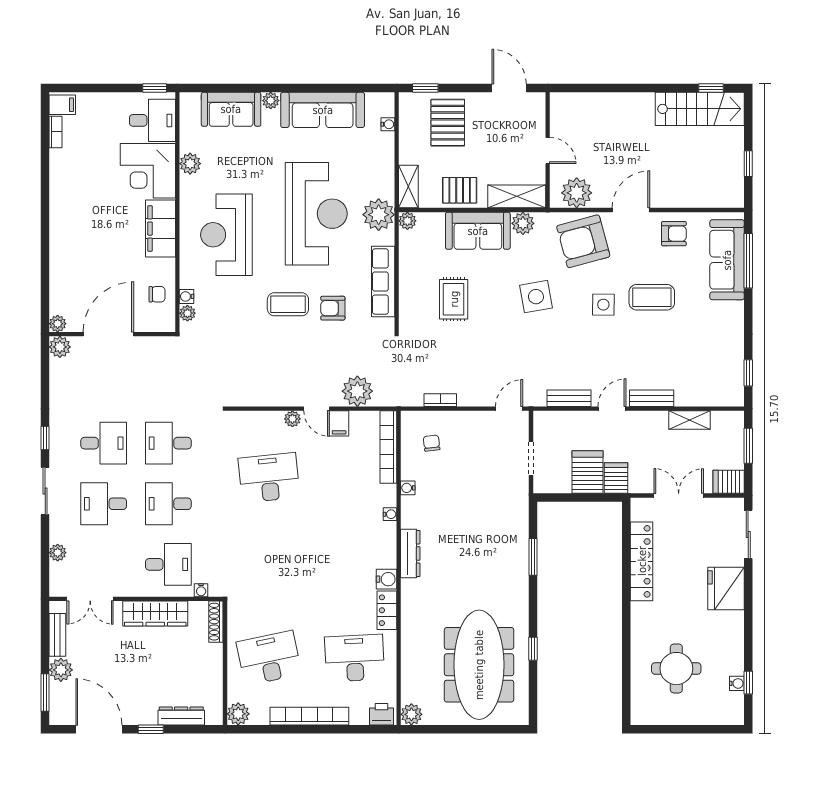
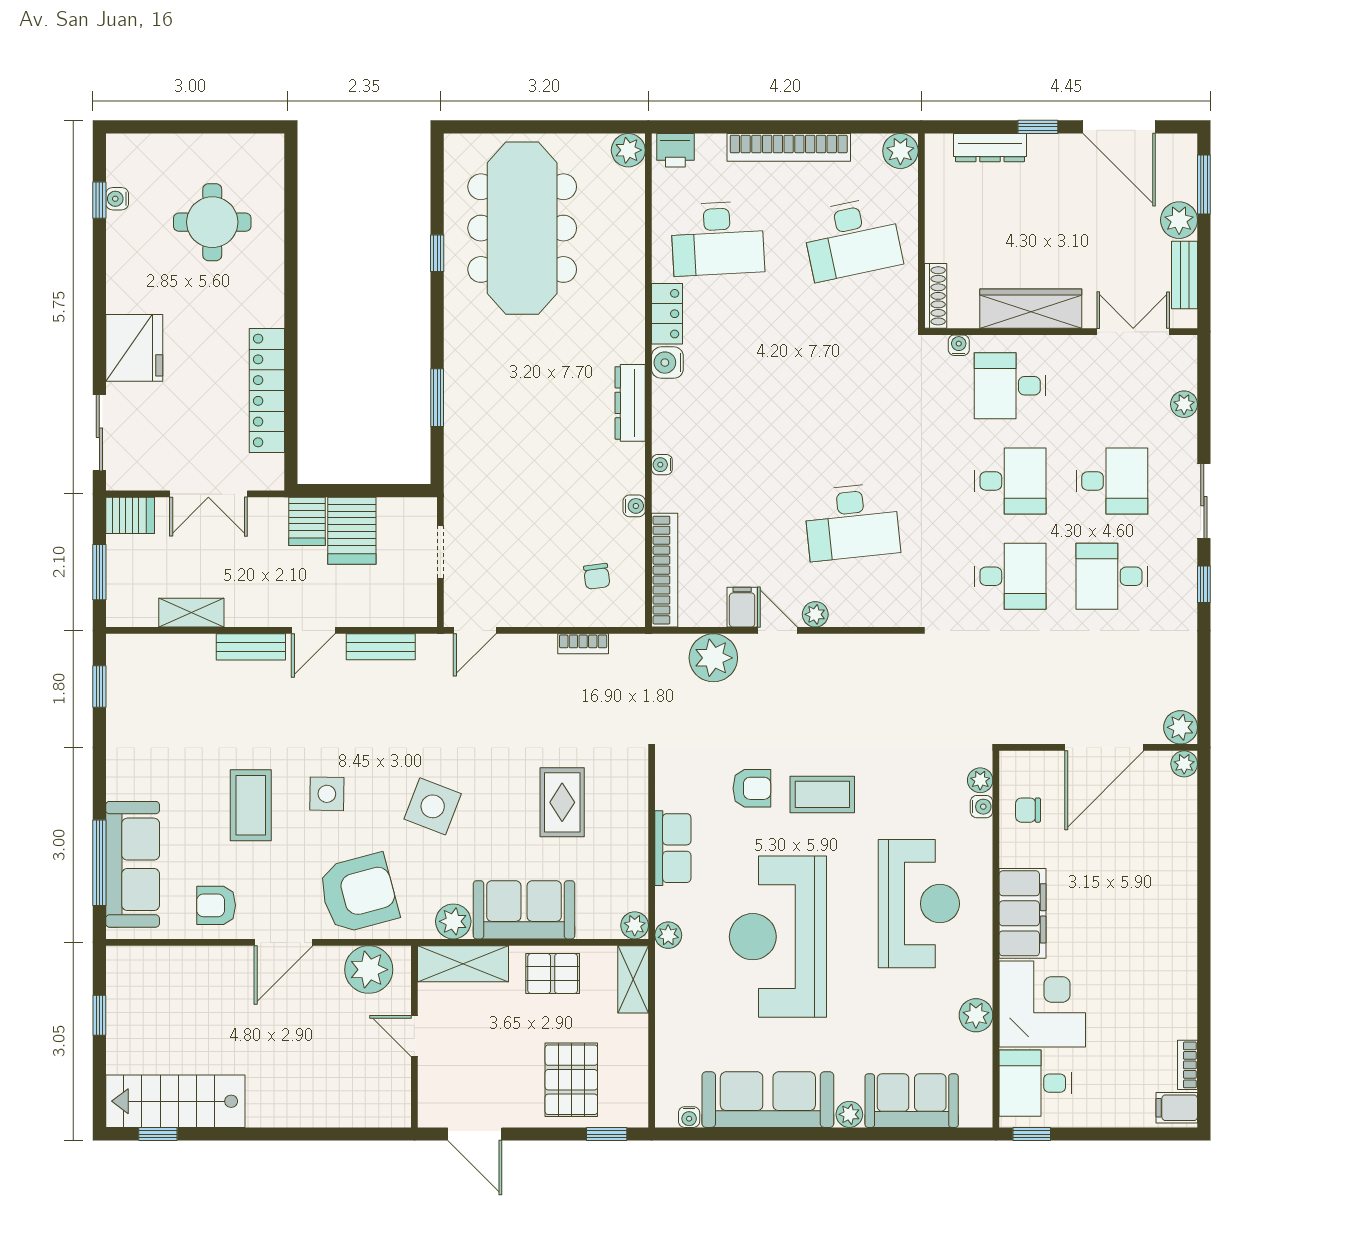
water cooler: (388, 124) -> (689, 1117), moved, turned -90
plant: (379, 215) -> (668, 935), width x0.53, depth x0.53
row of seats: (383, 282) -> (673, 848), width x0.68
side table: (536, 297) -> (433, 806), turned 31
coffee table: (652, 297) -> (251, 805), turned 90

